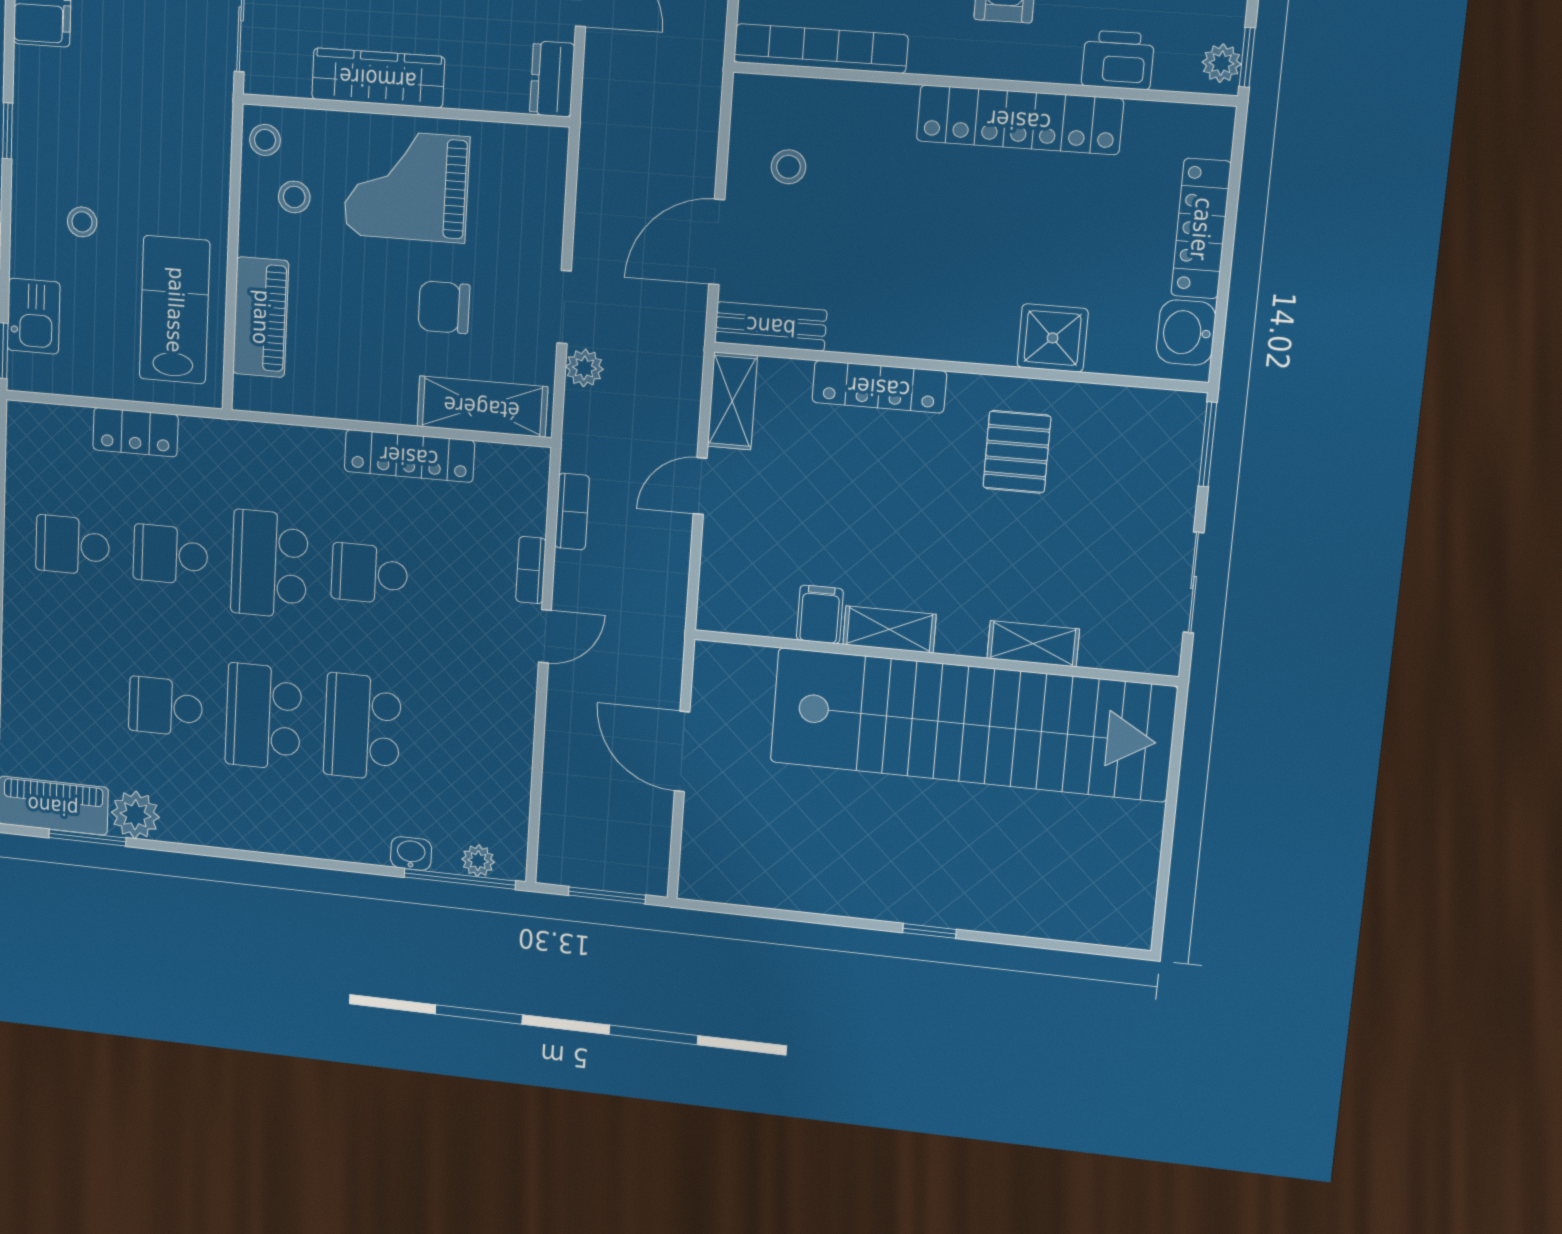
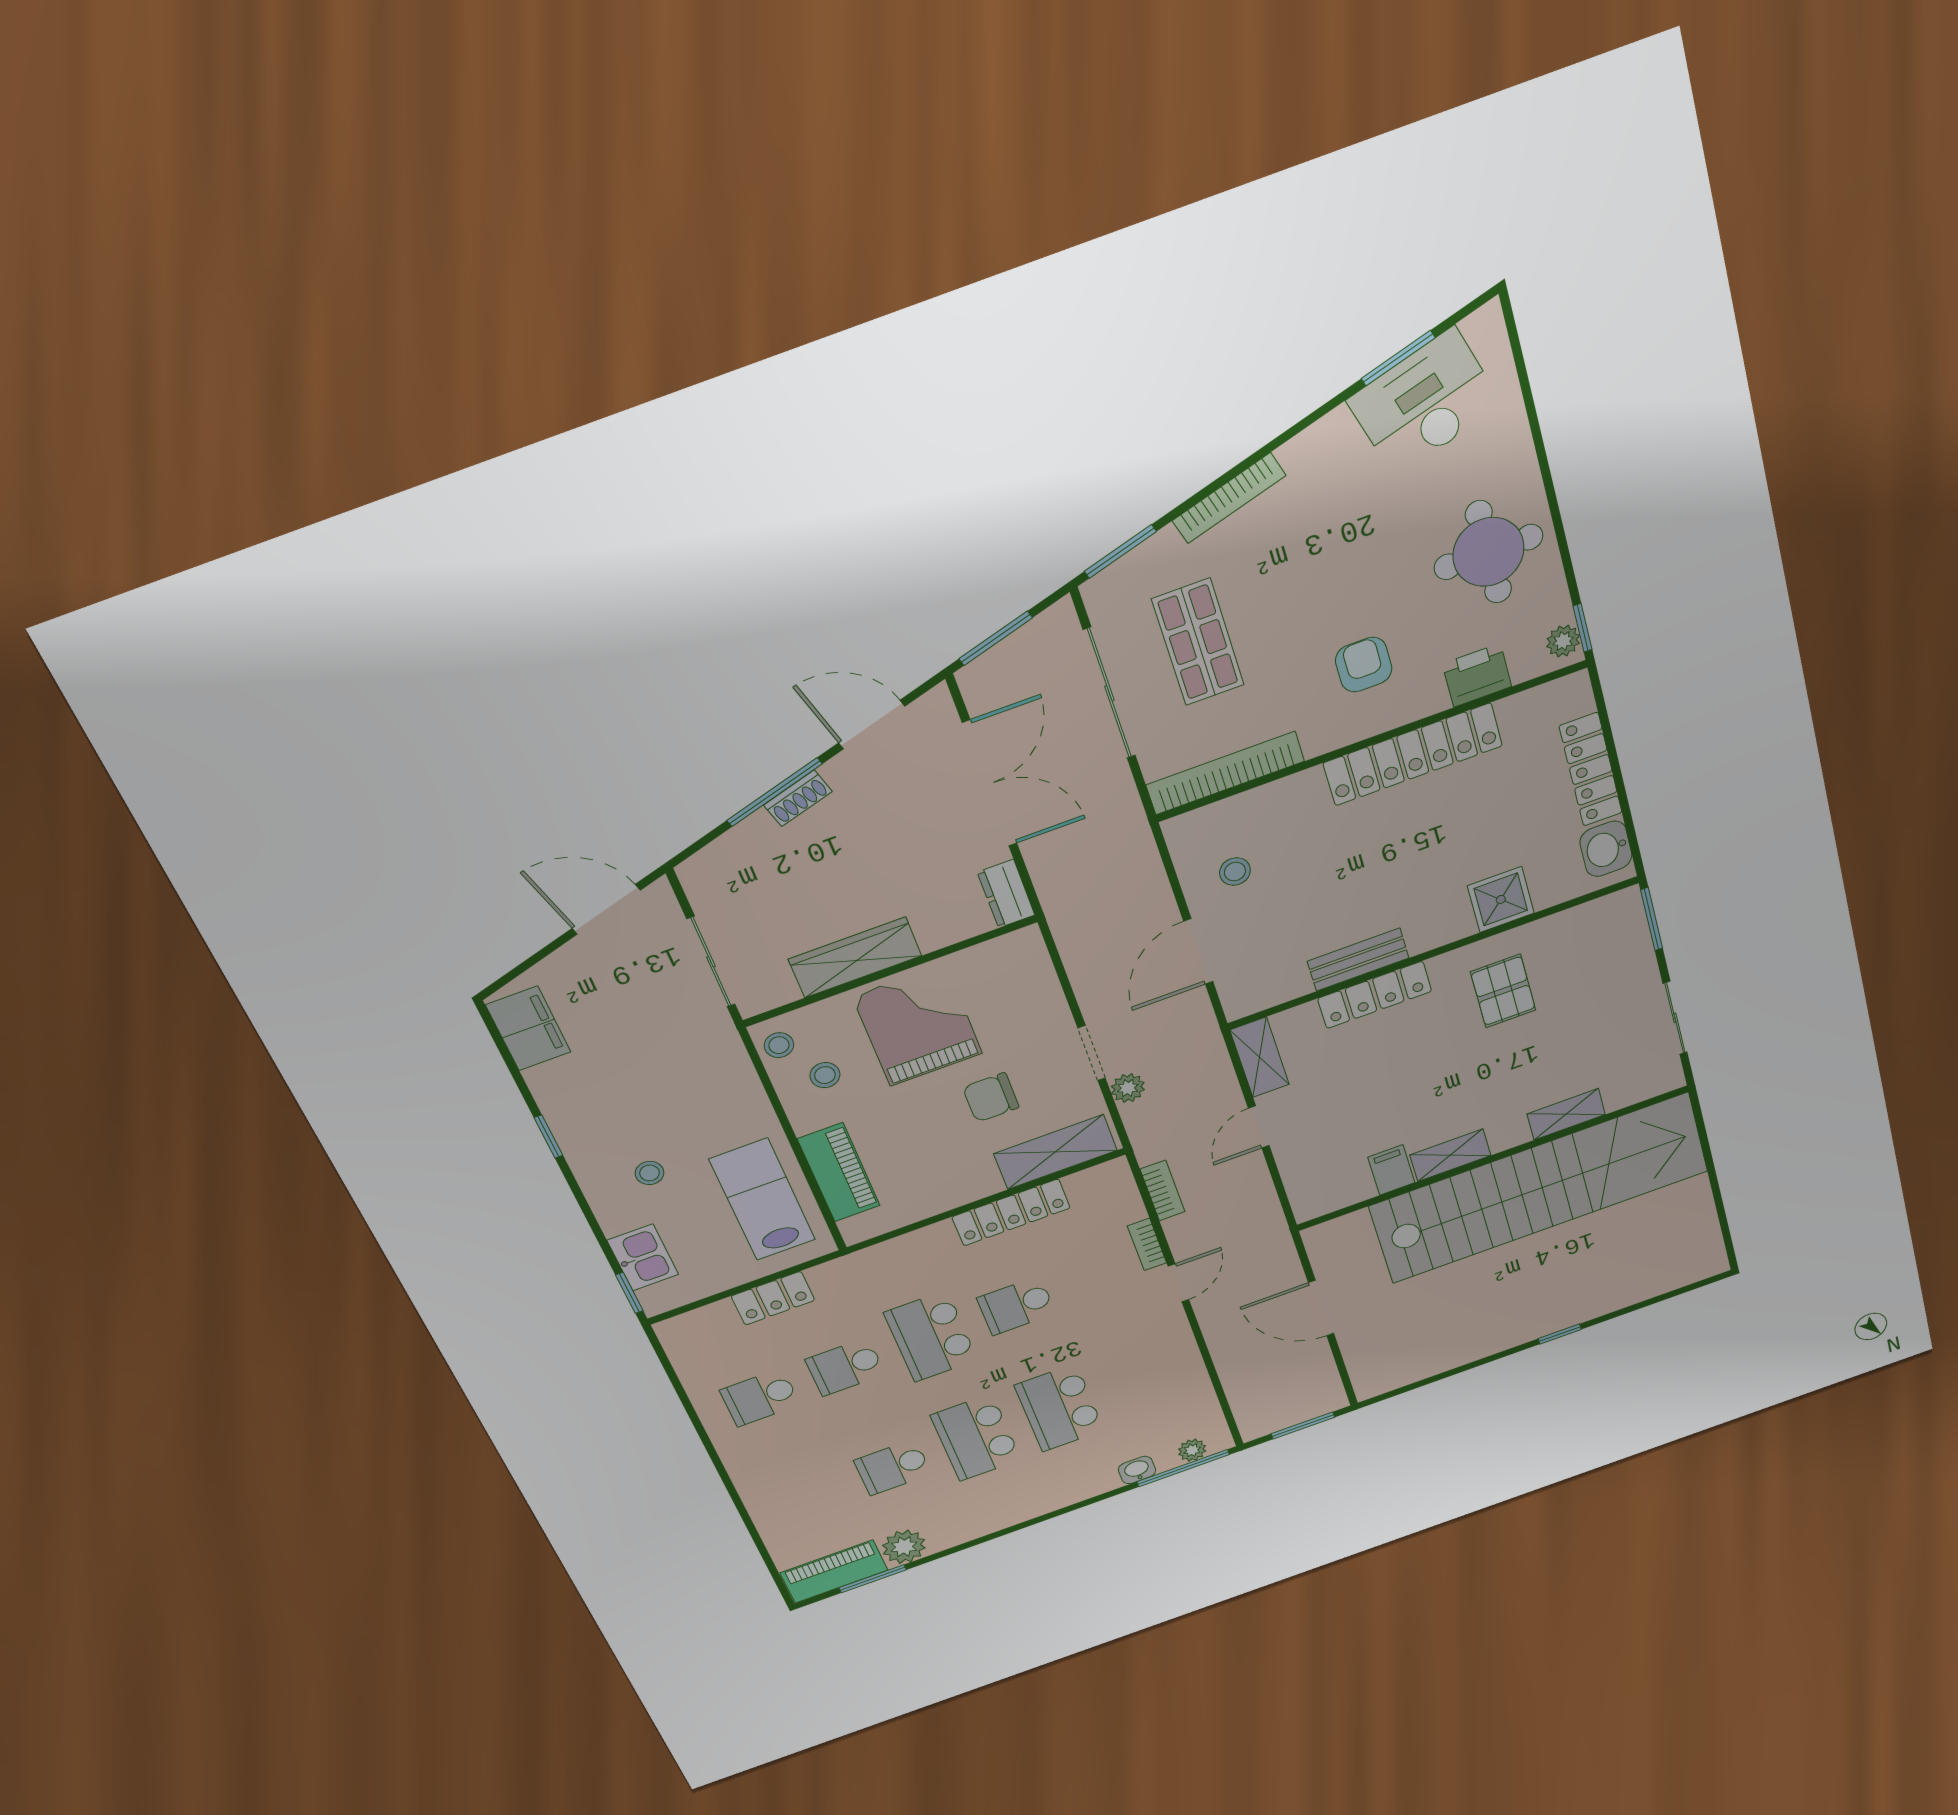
grand piano: (407, 186) -> (918, 1025), turned 90
bench: (771, 326) -> (1358, 960), moved

